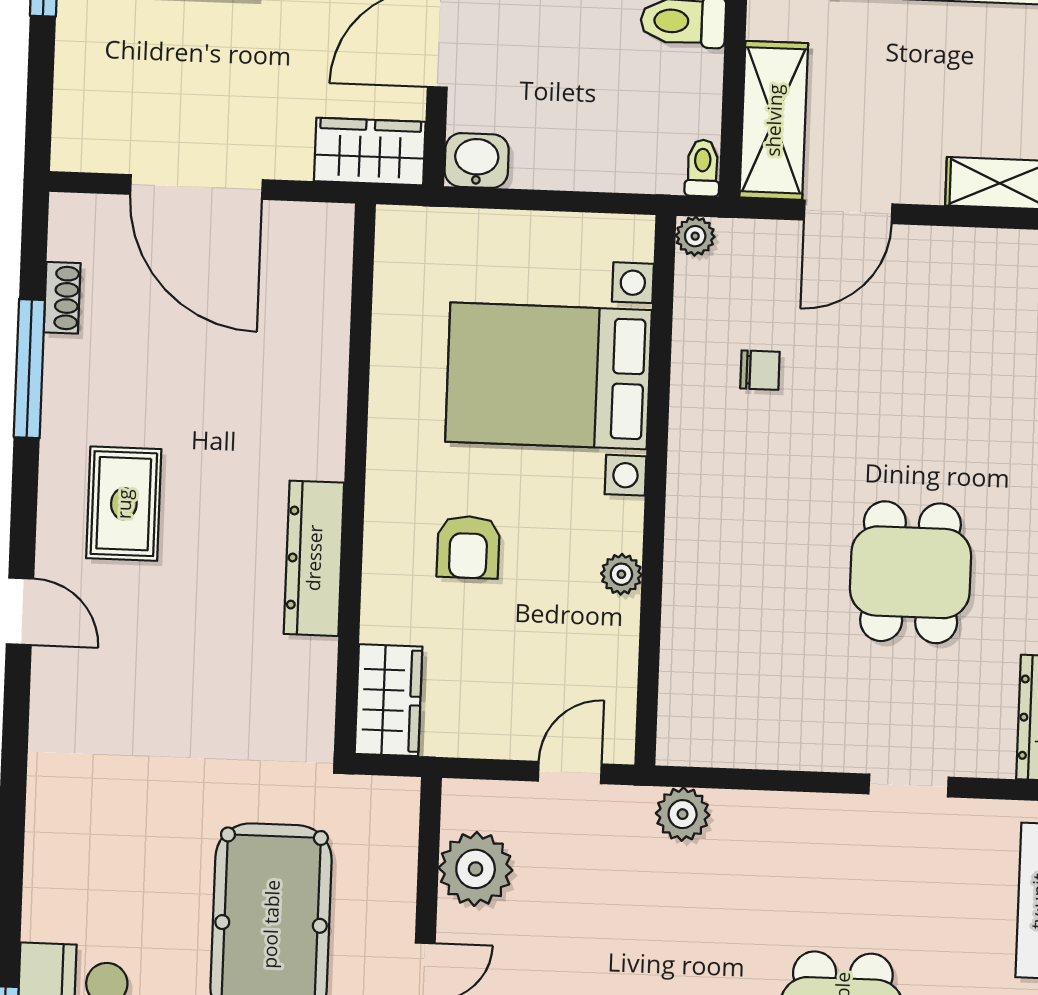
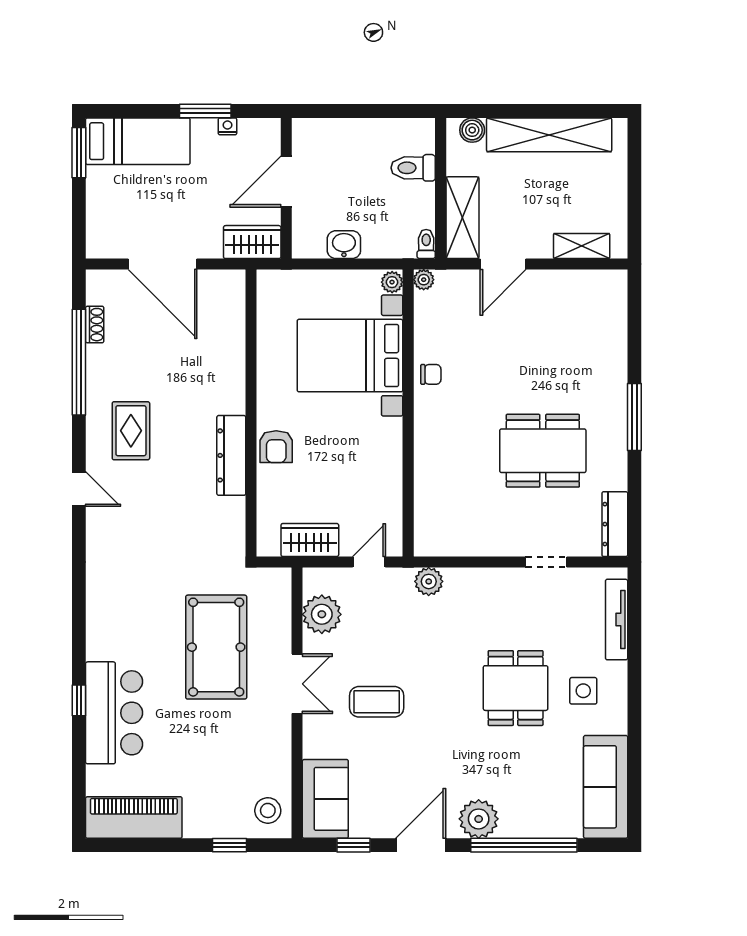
washbasin: (477, 161) -> (344, 245), moved
window: (29, 369) -> (79, 362), width x1.46
chair: (760, 370) -> (431, 374), moved
armchair: (468, 547) -> (276, 447), moved
dining table: (911, 572) -> (543, 451), width x1.37
plant: (621, 574) -> (392, 282), moved
wardrobe: (389, 700) -> (310, 540), moved, turned -90

